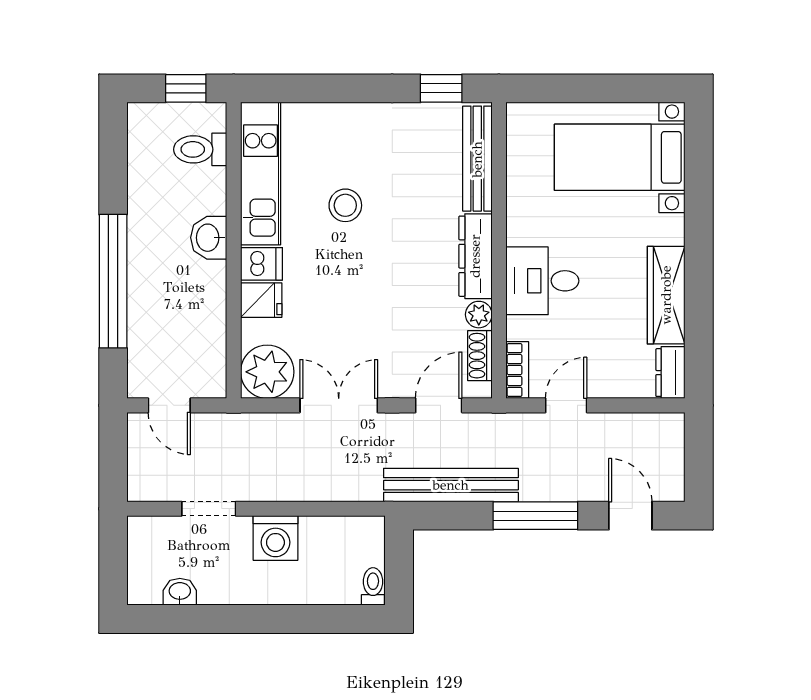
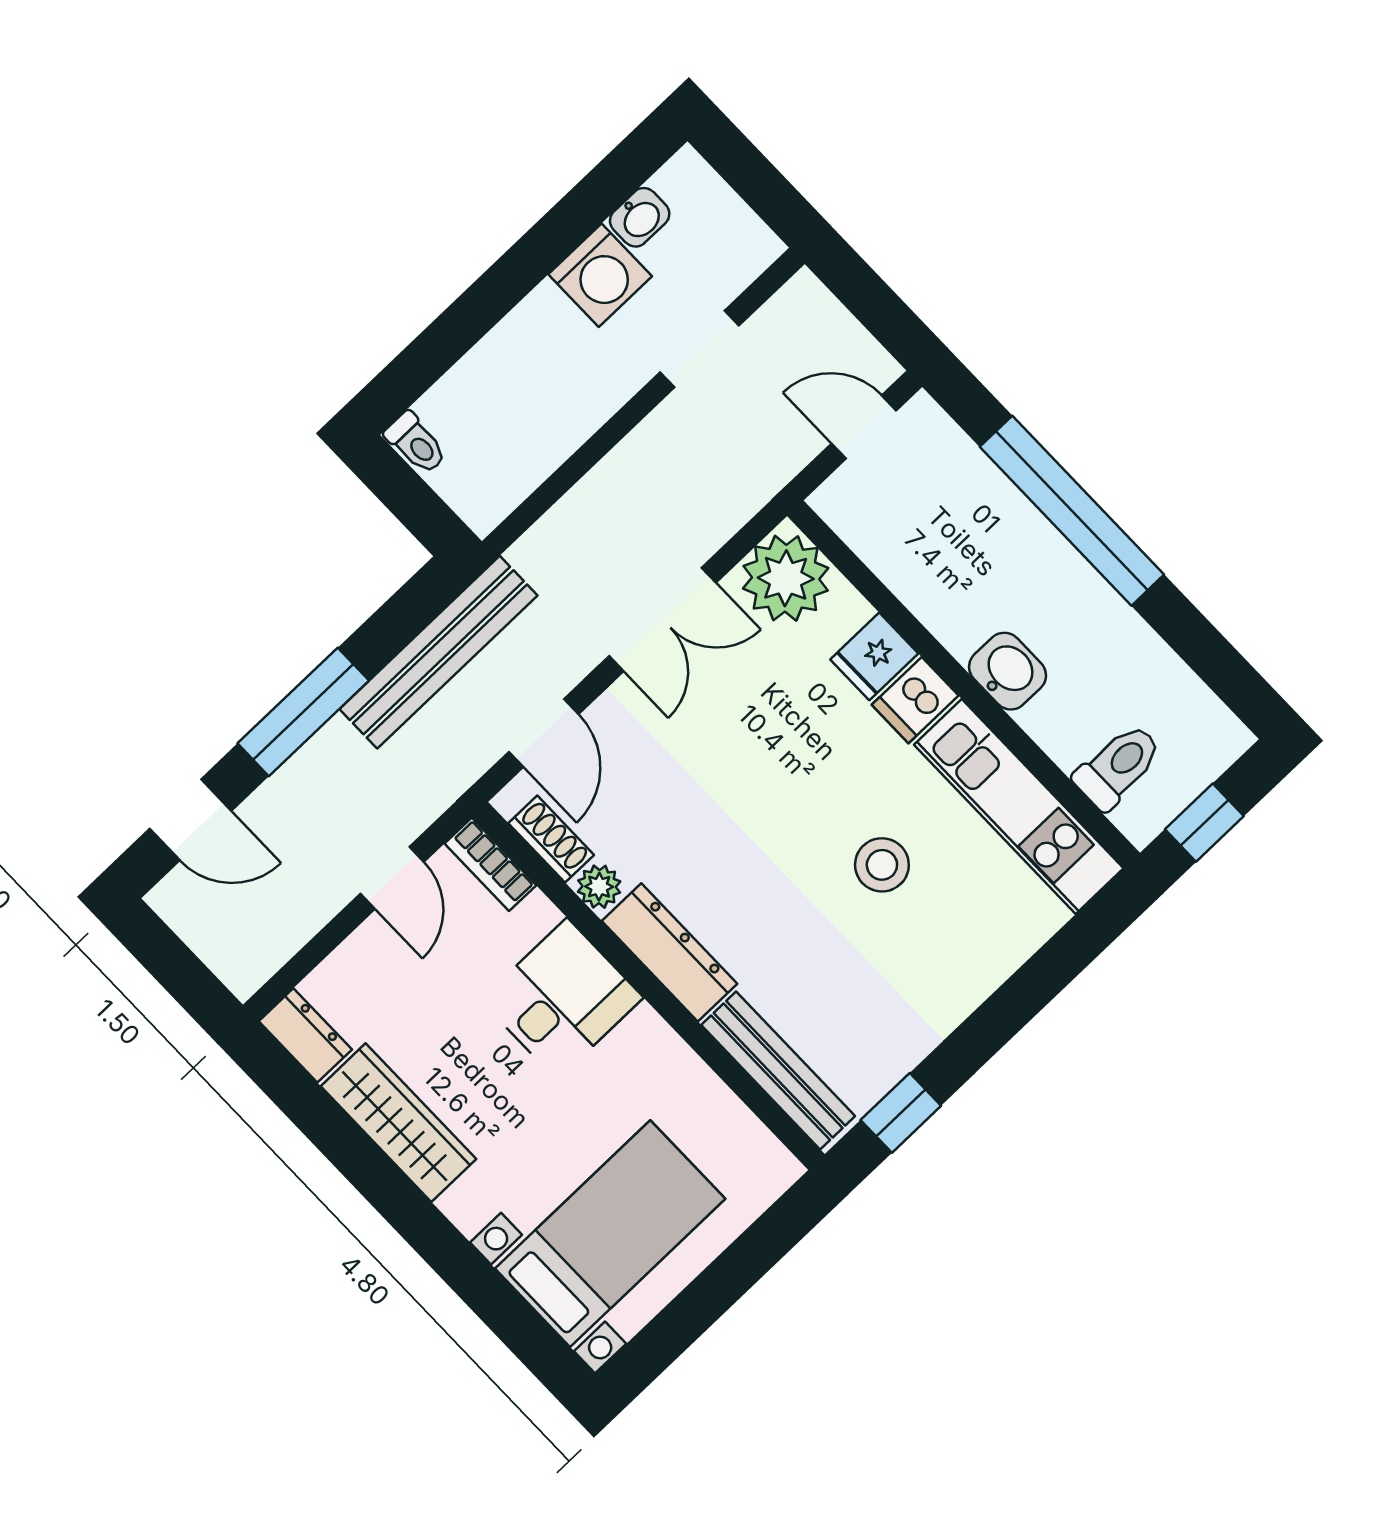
washing machine: (275, 538) -> (600, 275), moved, turned 180

